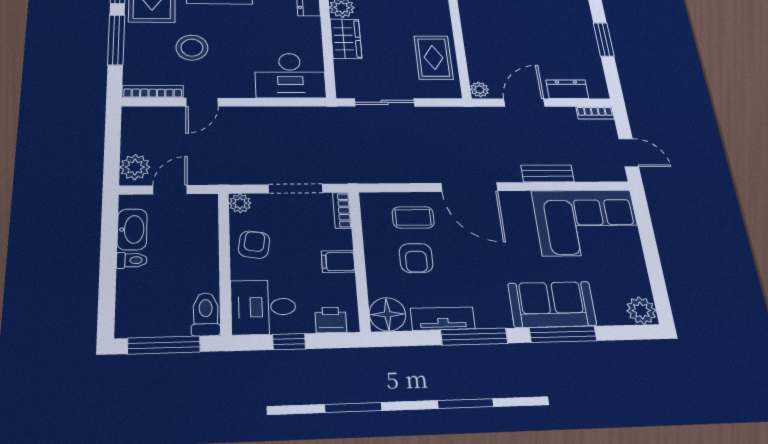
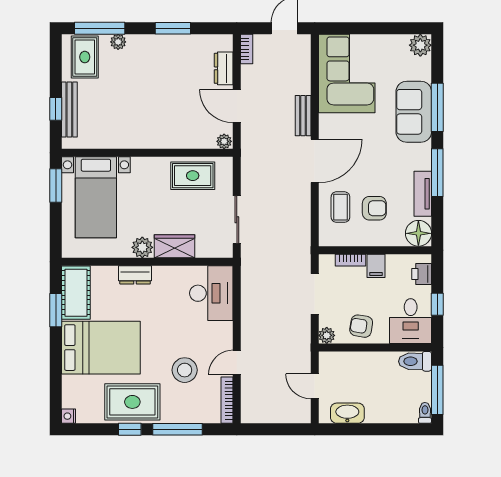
door: (202, 102) -> (237, 363), swing flipped
plant: (135, 167) -> (295, 412), removed
bench: (547, 173) -> (303, 116), moved
bookcase: (342, 210) -> (350, 260), moved
toilet: (132, 260) -> (425, 413), moved

